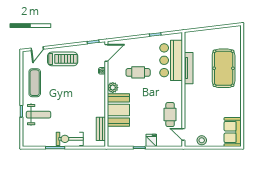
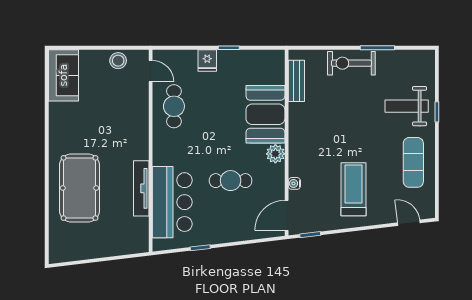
door: (37, 49) -> (409, 223), hinge flipped
treadmill: (63, 59) -> (354, 189), moved, turned 90
exercise bike: (70, 139) -> (351, 63), turned 180

